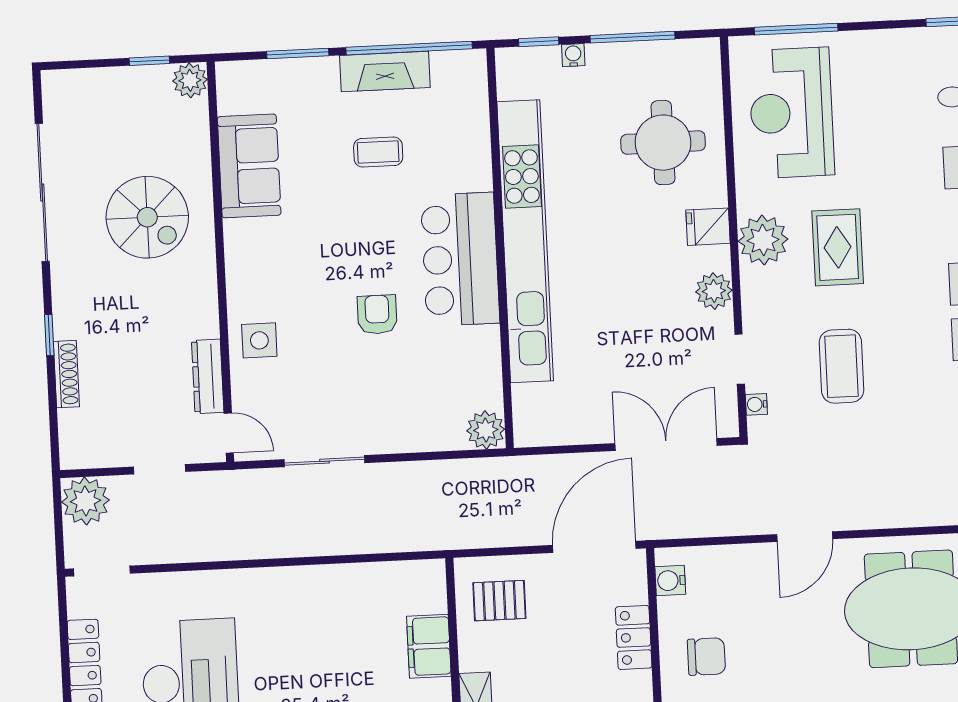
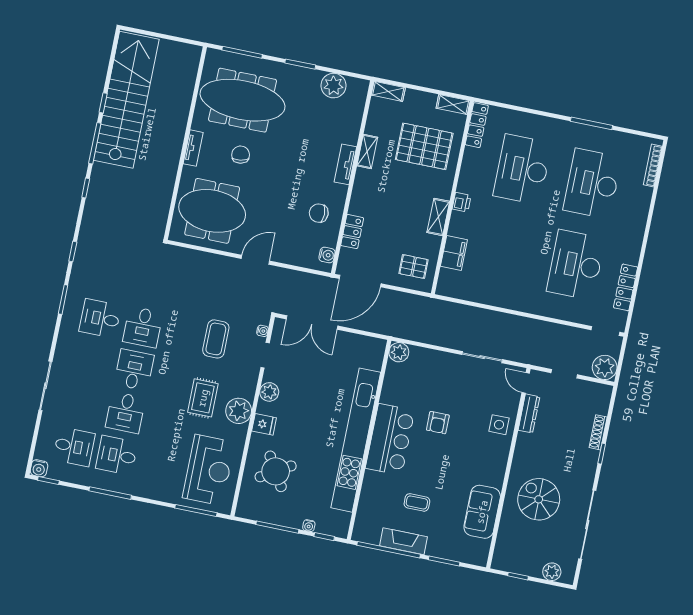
plant: (190, 80) -> (552, 572), moved
round table: (663, 143) -> (276, 471), turned -31

